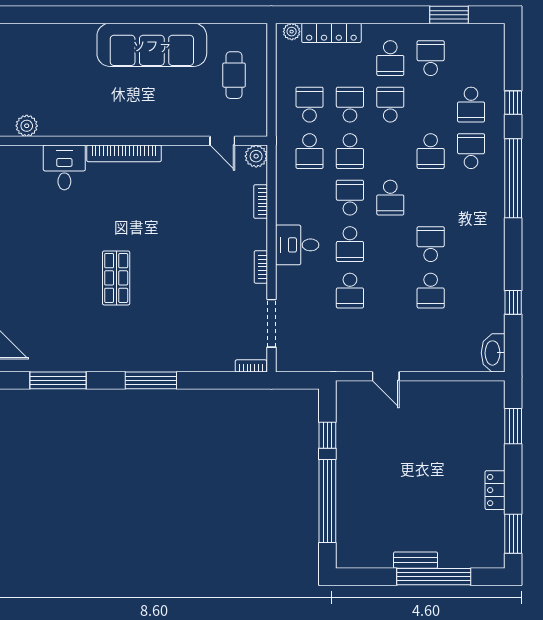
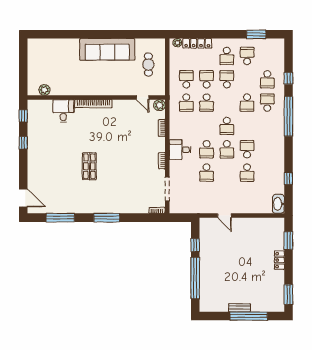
school desk: (350, 198) -> (227, 149), moved, turned 180
locker: (495, 490) -> (279, 260), moved

